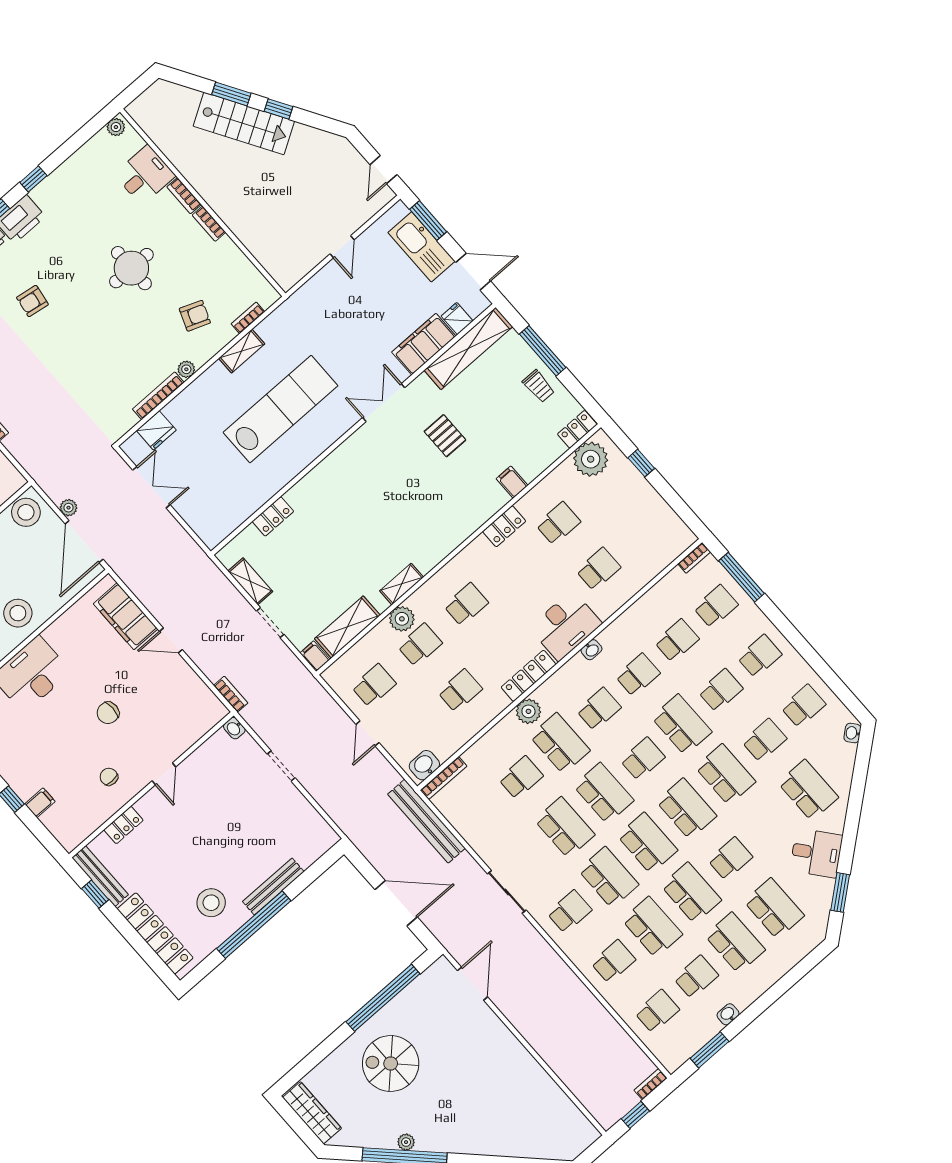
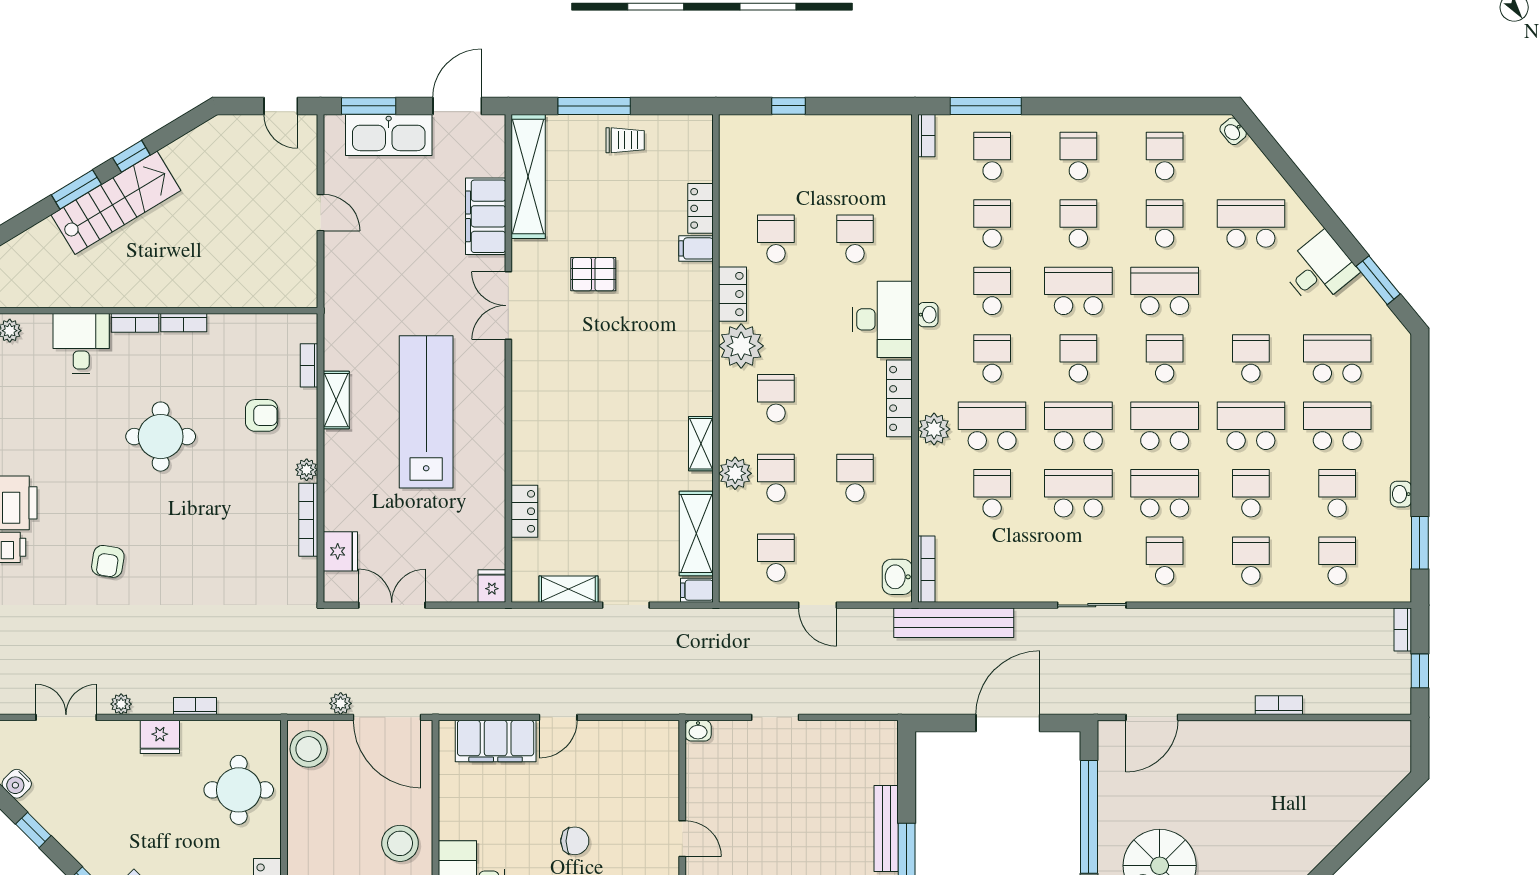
armchair: (195, 316) -> (262, 415), turned 69
fridge: (457, 319) -> (492, 586), moved, turned 90
locker: (577, 429) -> (700, 208), moved
plant: (591, 459) -> (741, 346), moved
bookcase: (231, 694) -> (1279, 705), moved
chair: (108, 713) -> (575, 841), turned -90
school desk: (686, 809) -> (1165, 358), width x0.54
school desk: (652, 927) -> (1251, 493), width x0.54
door: (472, 984) -> (1152, 717), swing flipped

